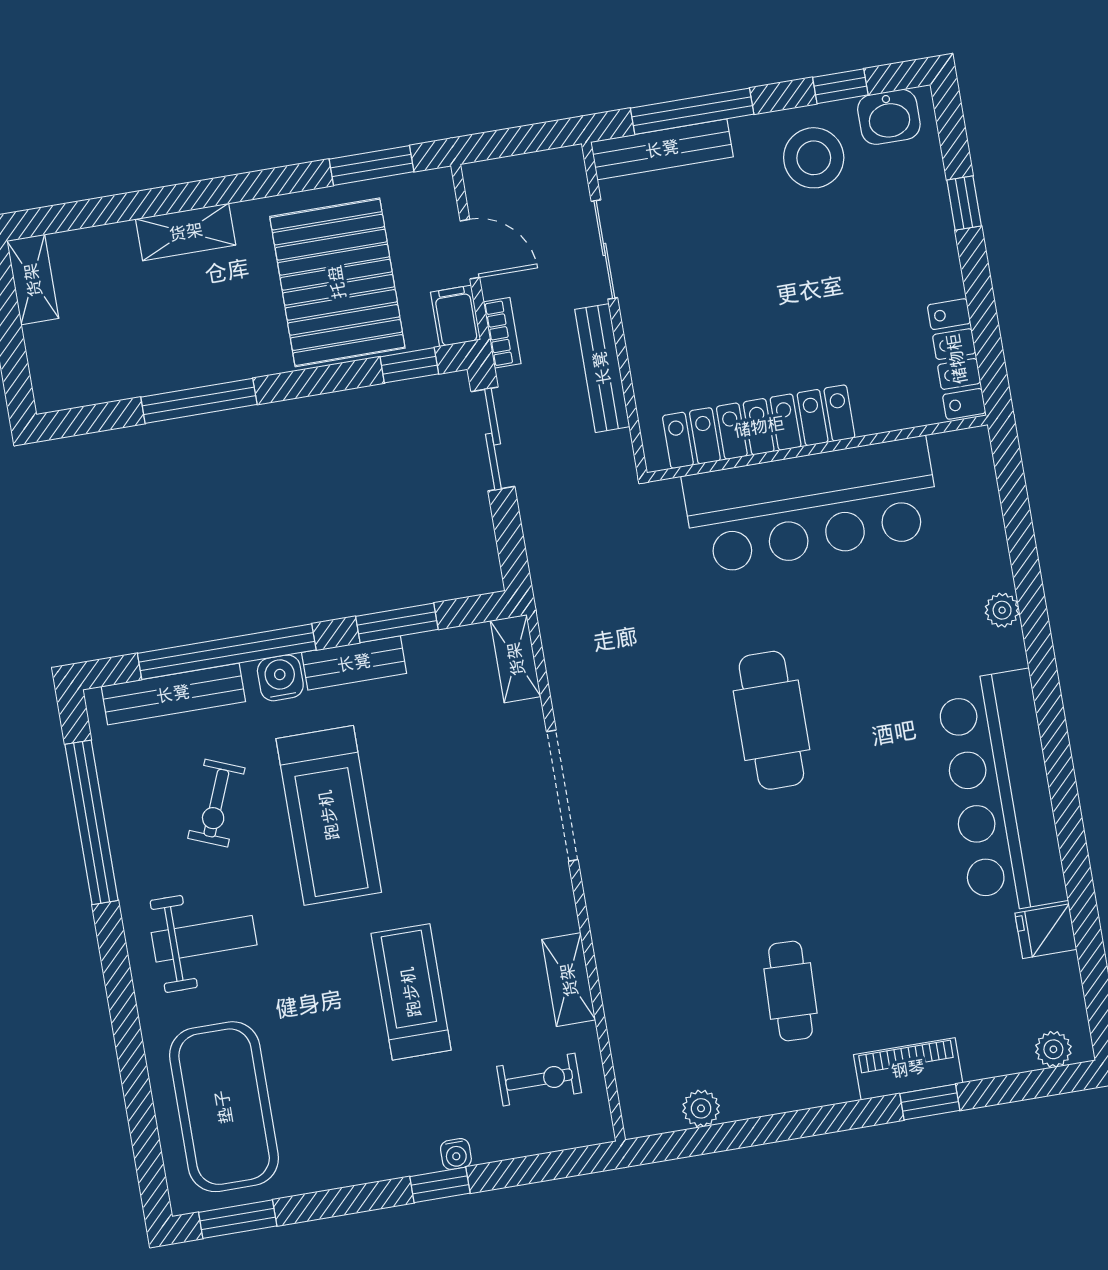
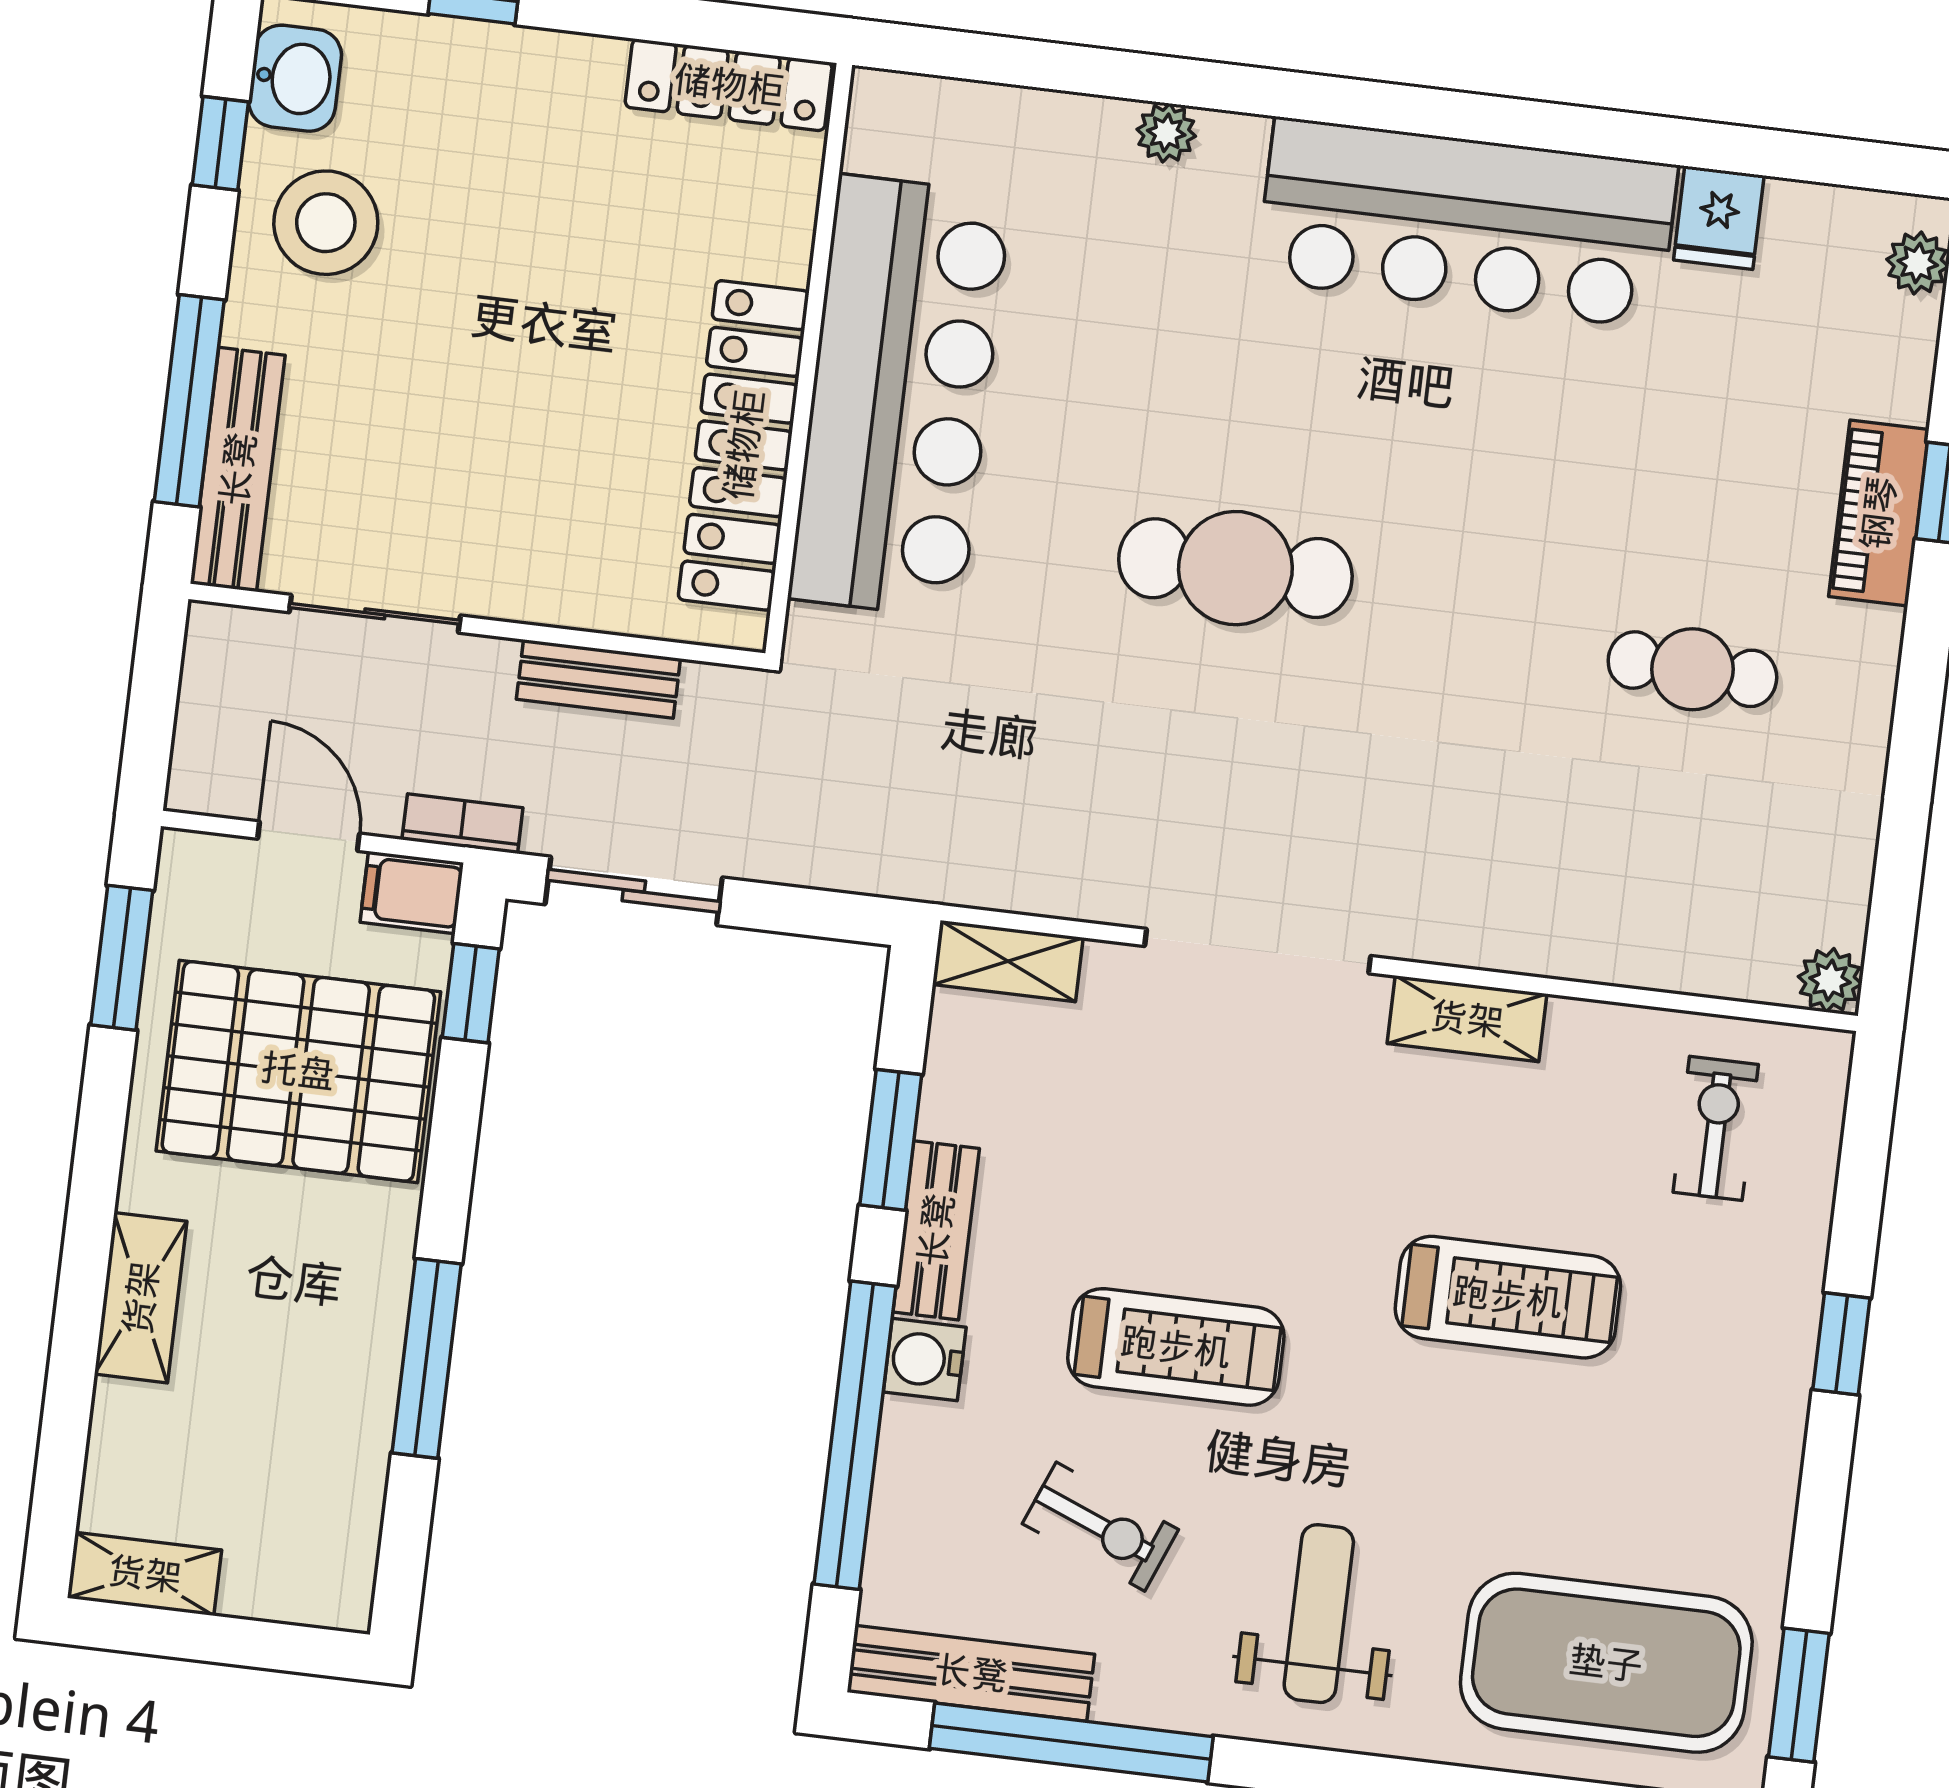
door: (470, 249) -> (308, 836), hinge flipped
bench: (602, 368) -> (598, 679), width x0.73
bench: (173, 694) -> (971, 1673), moved, turned 90
treadmill: (329, 815) -> (1176, 1347), width x0.73, depth x0.73
shelving: (569, 980) -> (1467, 1019), moved
treadmill: (411, 992) -> (1508, 1297), turned 180
plant: (701, 1108) -> (1830, 980), moved
water cooler: (456, 1154) -> (1798, 1302), removed

